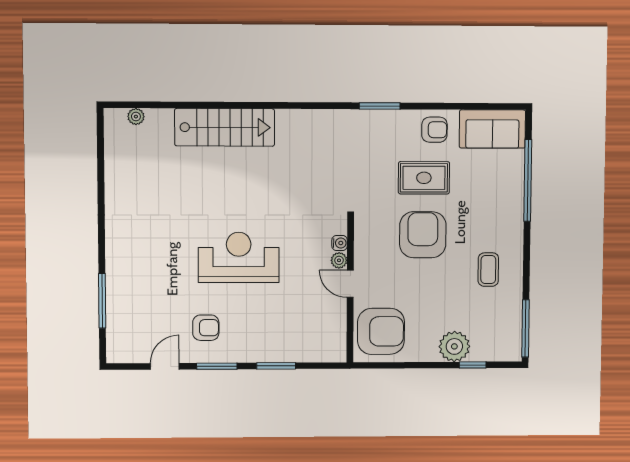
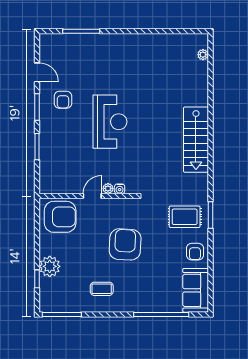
stairs: (225, 127) -> (196, 140), moved
rug: (424, 178) -> (185, 217), moved, turned 90
armchair: (423, 235) -> (125, 244), turned -87
armchair: (381, 331) -> (60, 217), turned -90

